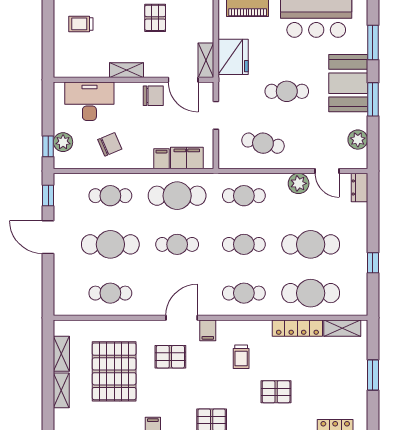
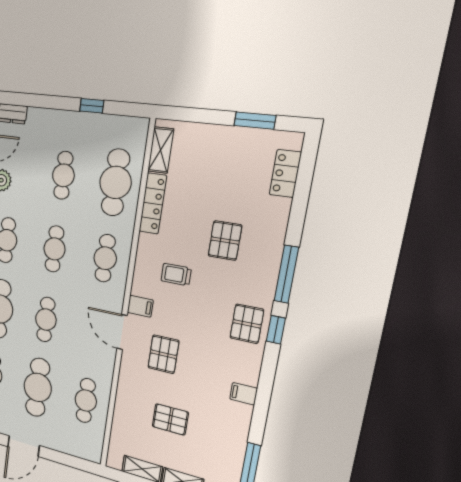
cafe table: (311, 244) -> (63, 175), width x0.73, depth x0.74
trolley: (241, 357) -> (176, 274), turned 180
pallet: (114, 371) -> (170, 419), width x0.49, depth x0.50
window: (373, 375) -> (255, 121), moved

